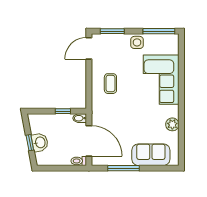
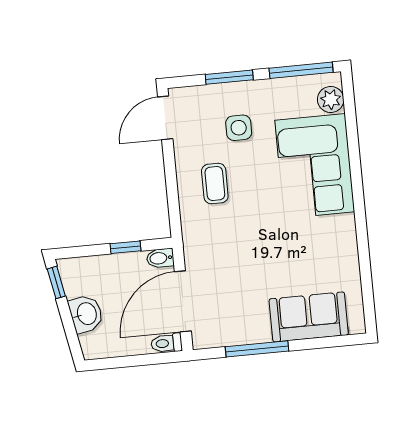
window: (112, 31) -> (229, 77), moved
side table: (137, 42) -> (239, 128), moved
plant: (172, 124) -> (331, 99), moved
door: (89, 141) -> (183, 301), swing flipped
window: (30, 143) -> (56, 282), moved

